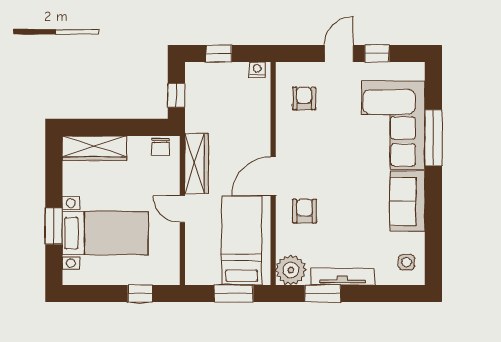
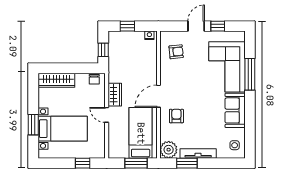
armchair: (304, 98) -> (176, 52), turned 84
wardrobe: (196, 163) -> (115, 95), width x0.67

